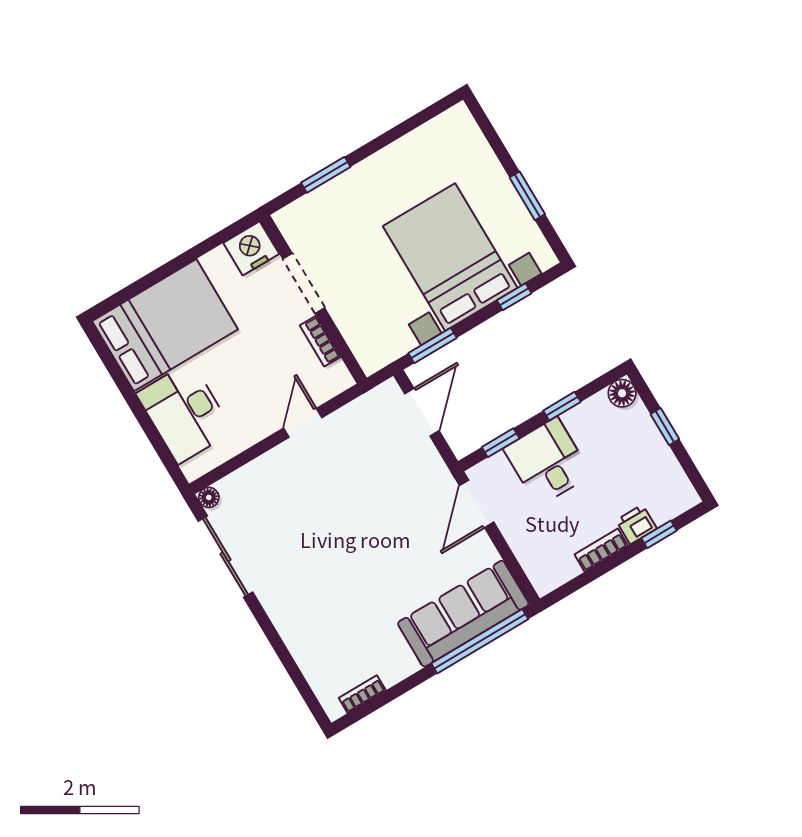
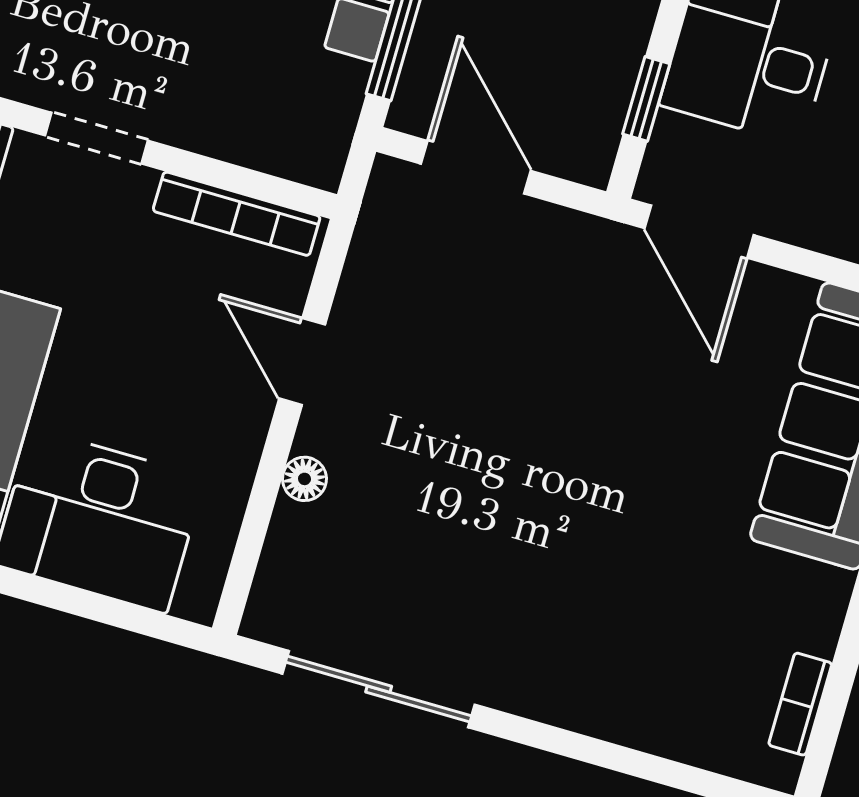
doorway: (304, 283) -> (96, 138), width x0.73
bookcase: (320, 341) -> (237, 214), width x1.56
floor lamp: (209, 497) -> (304, 479), moved

